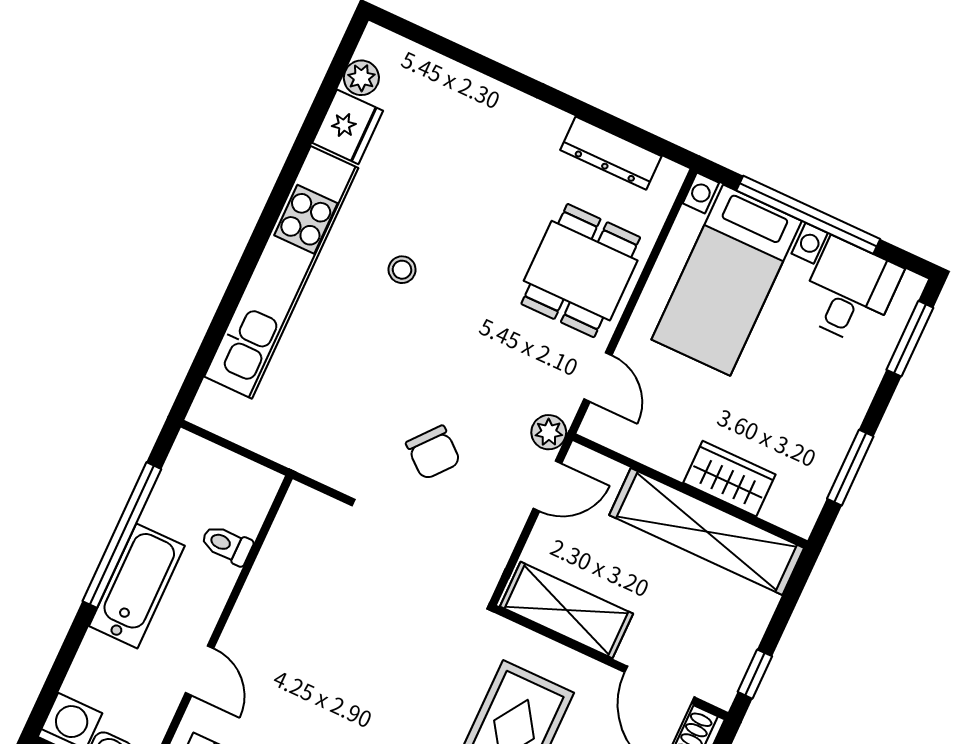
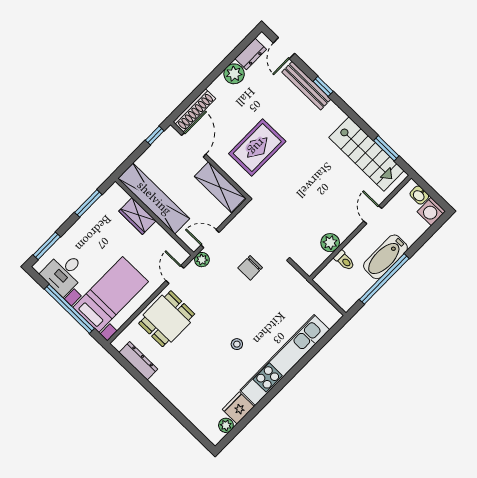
chair: (433, 453) -> (250, 268), turned -130
plant: (273, 574) -> (330, 243), added

